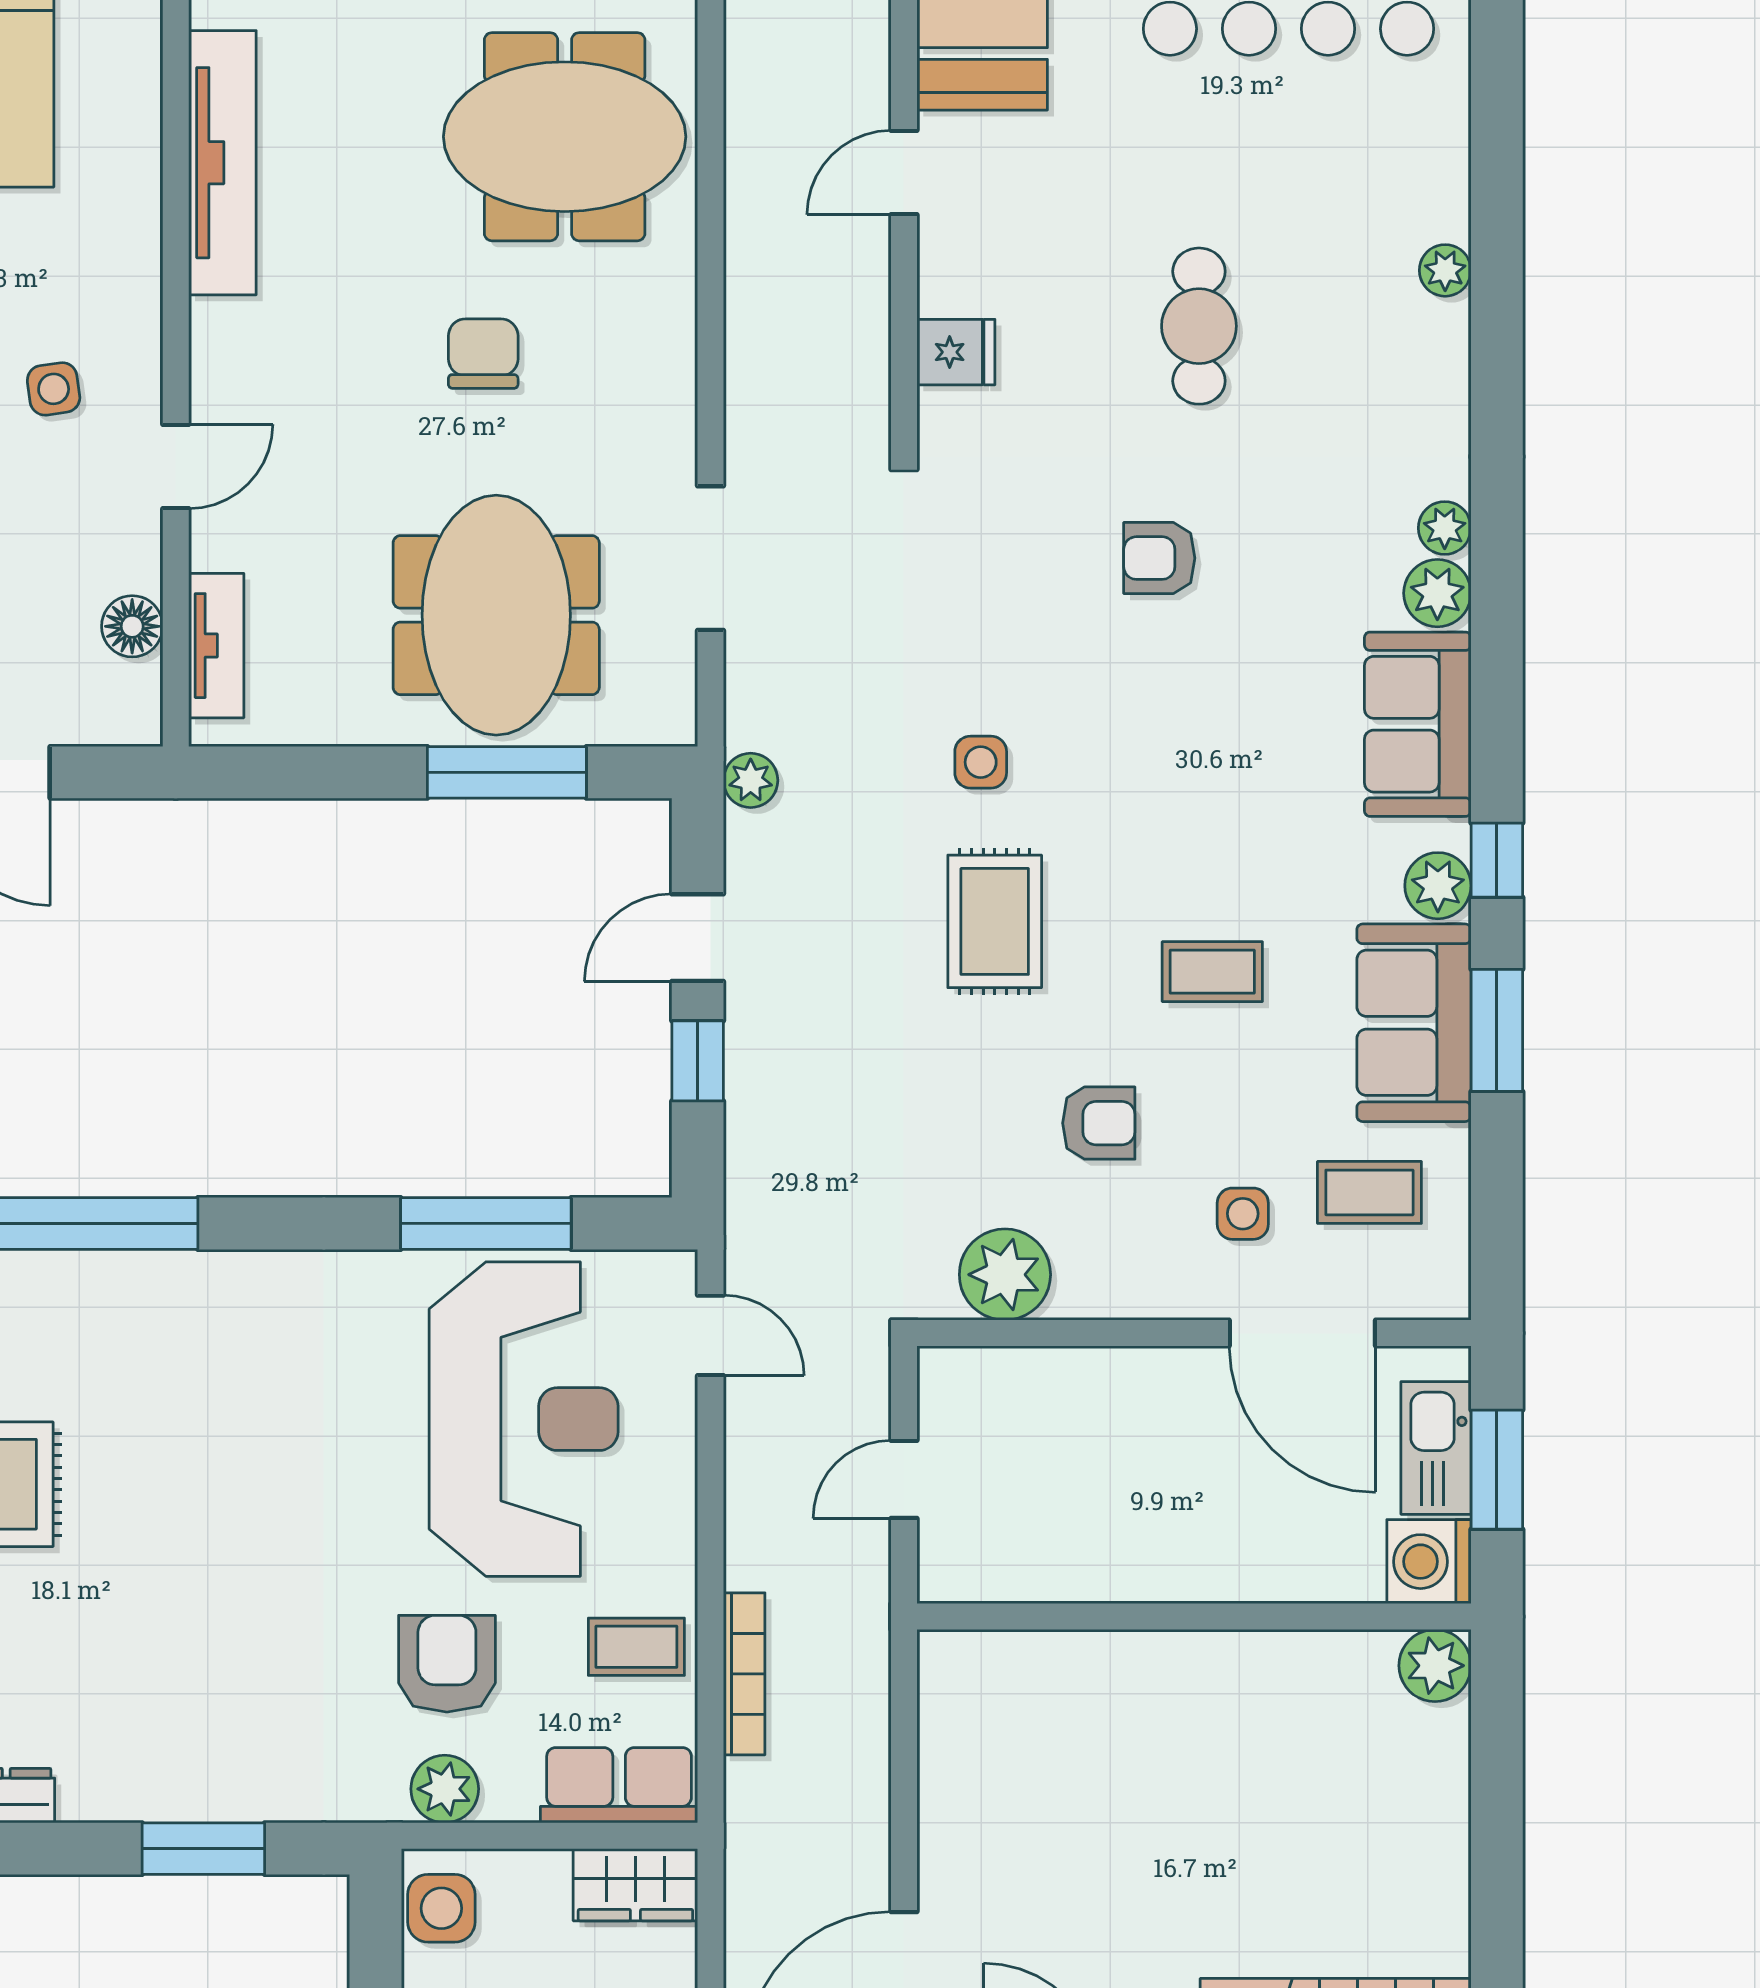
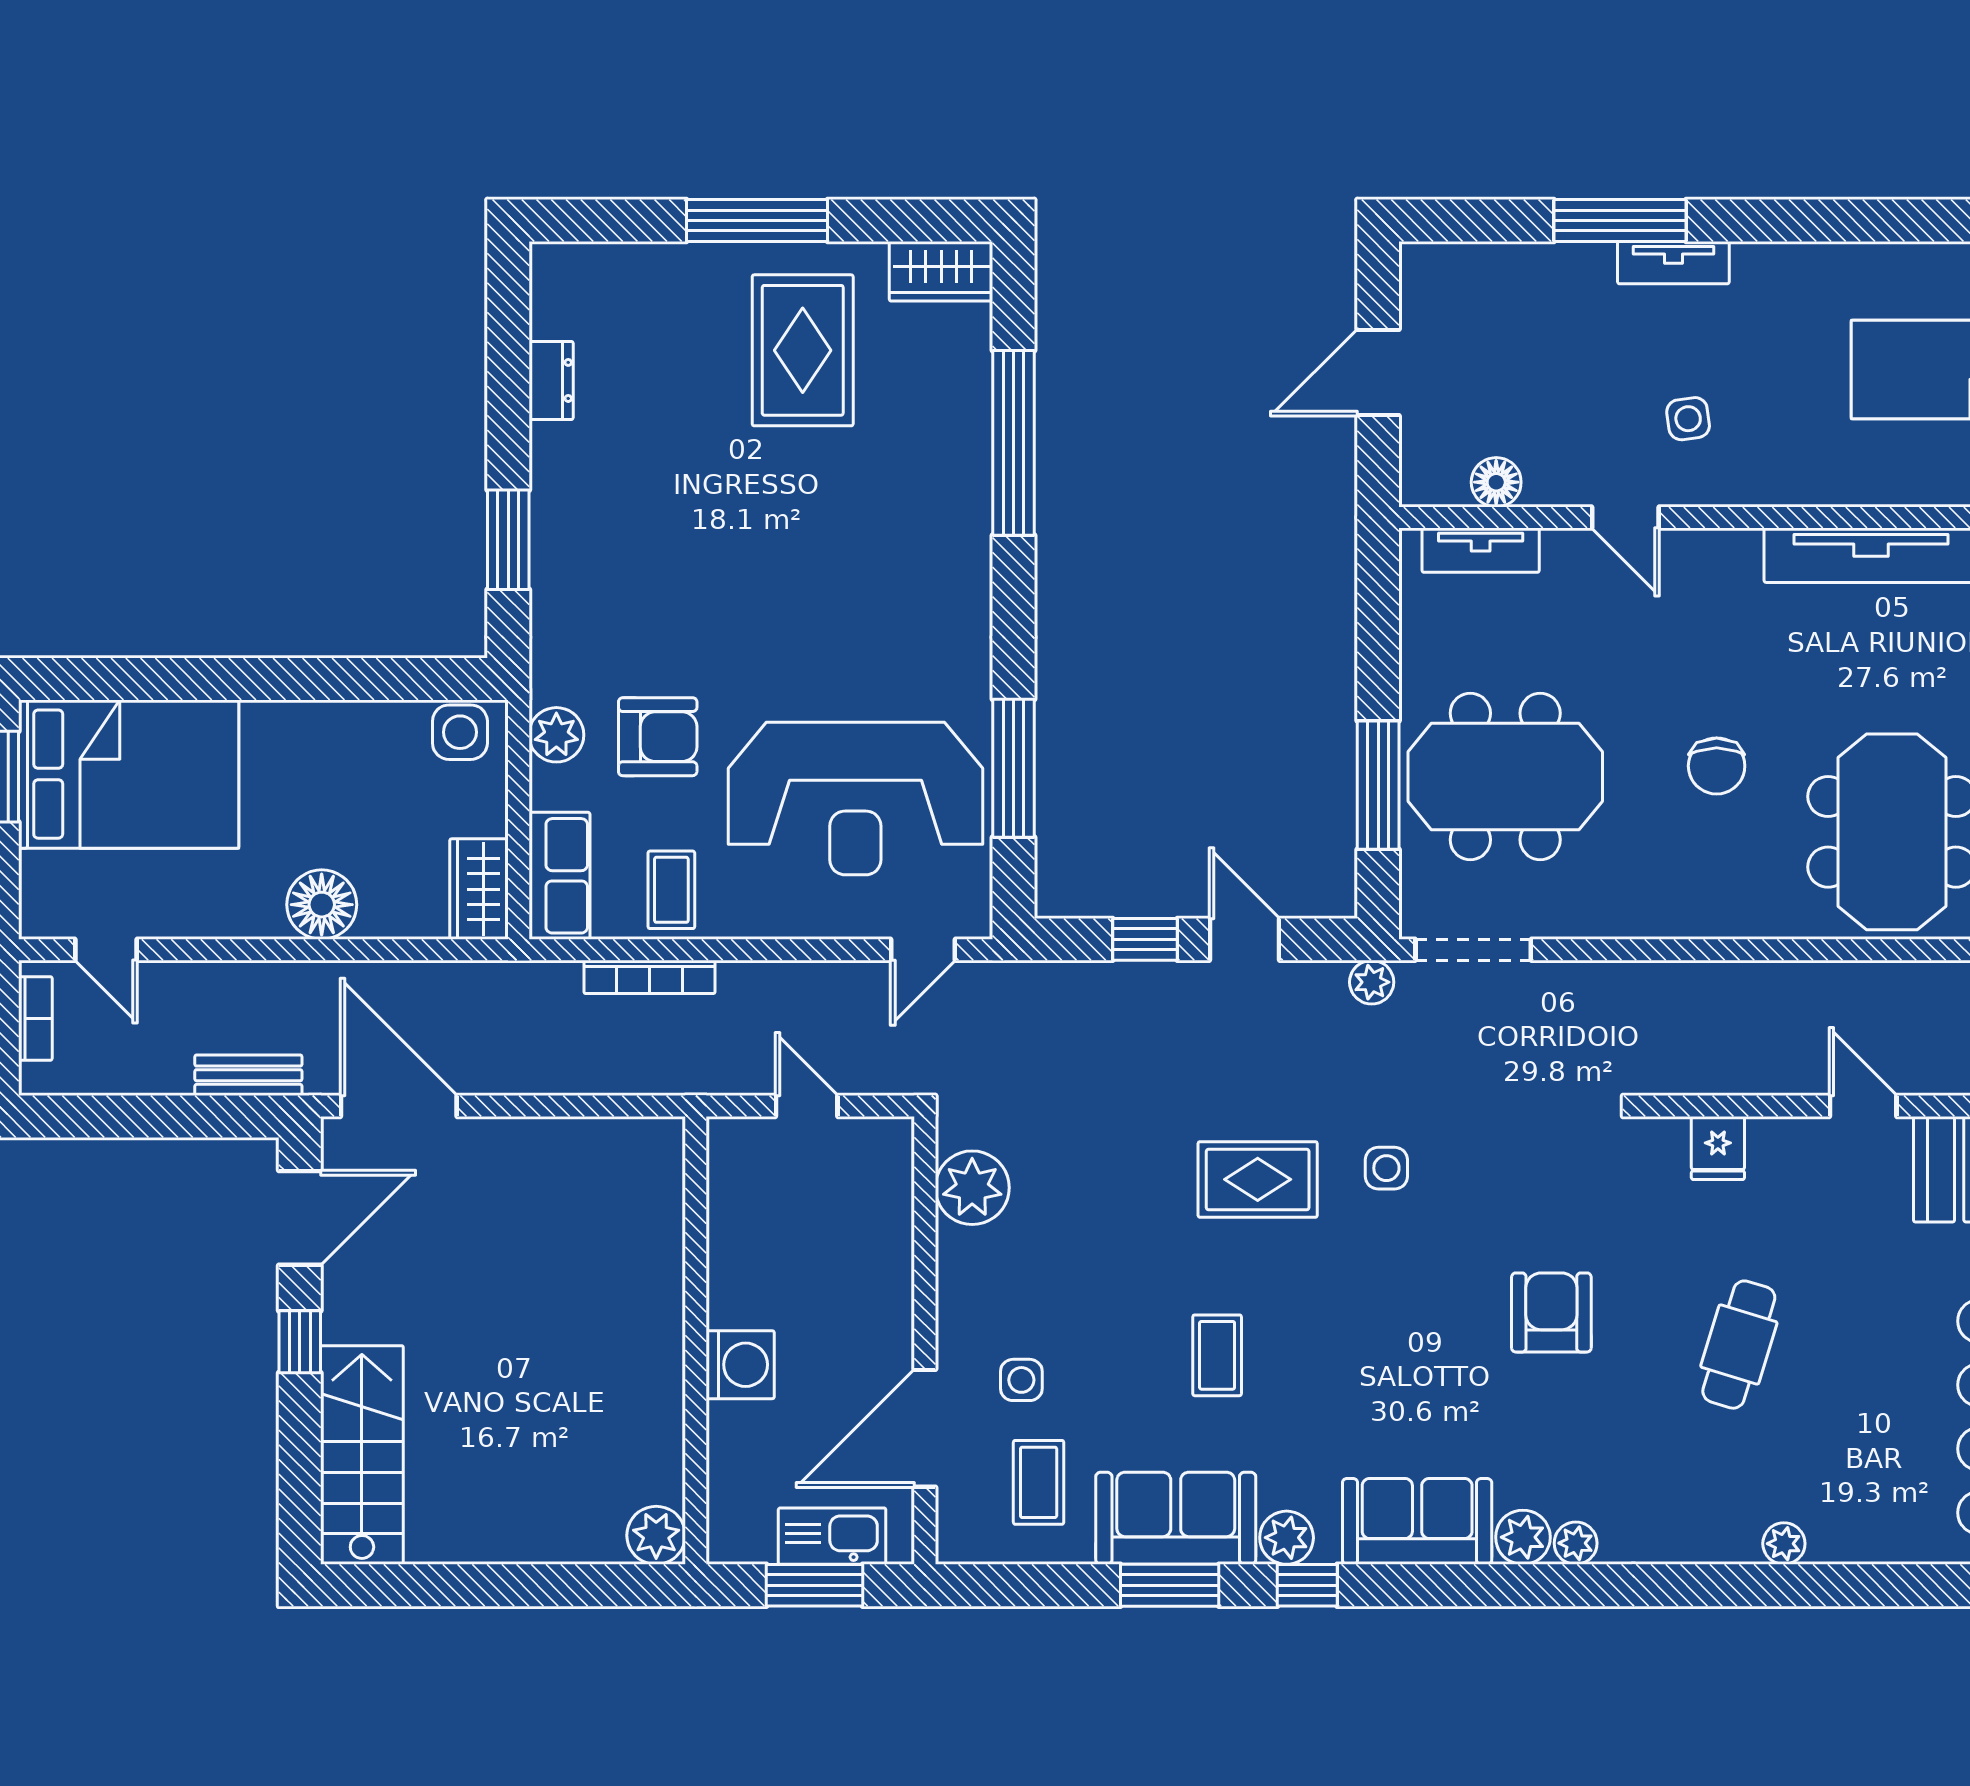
cafe table: (1199, 326) -> (1739, 1345), turned -73
chair: (483, 354) -> (1717, 766), turned 90
doorway: (711, 558) -> (1473, 950), moved
armchair: (1159, 558) -> (1551, 1312), width x1.38, depth x1.38
armchair: (1099, 1123) -> (1095, 1264), removed
washing machine: (1429, 1562) -> (740, 1365), moved, turned 90

